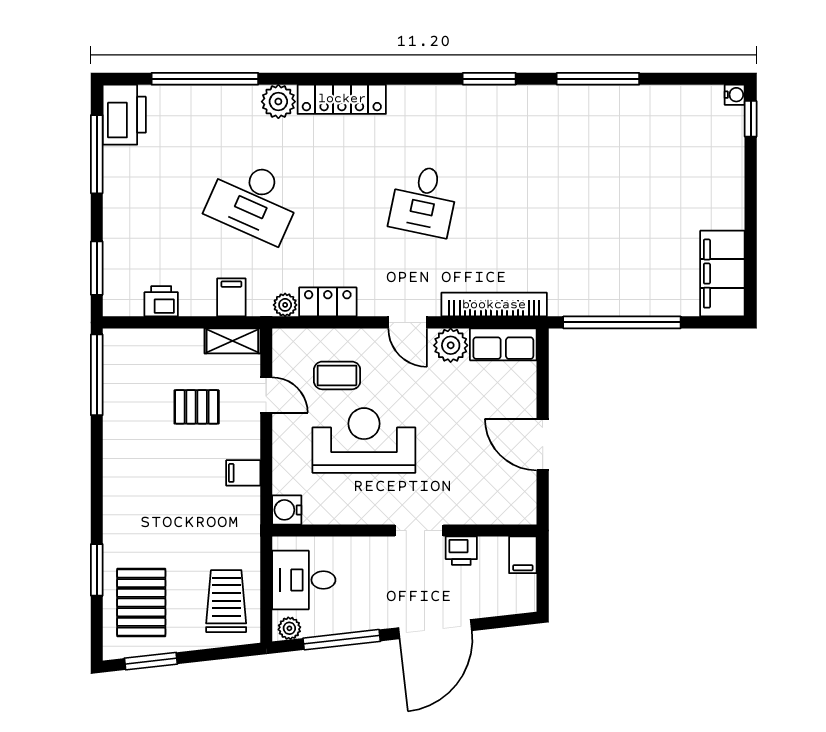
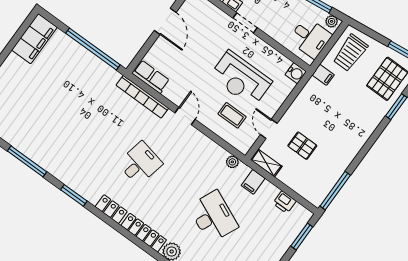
locker: (328, 302) -> (111, 209), moved, turned 180
plant: (451, 345) -> (174, 93), removed
filing cabinet: (243, 473) -> (323, 75), moved

